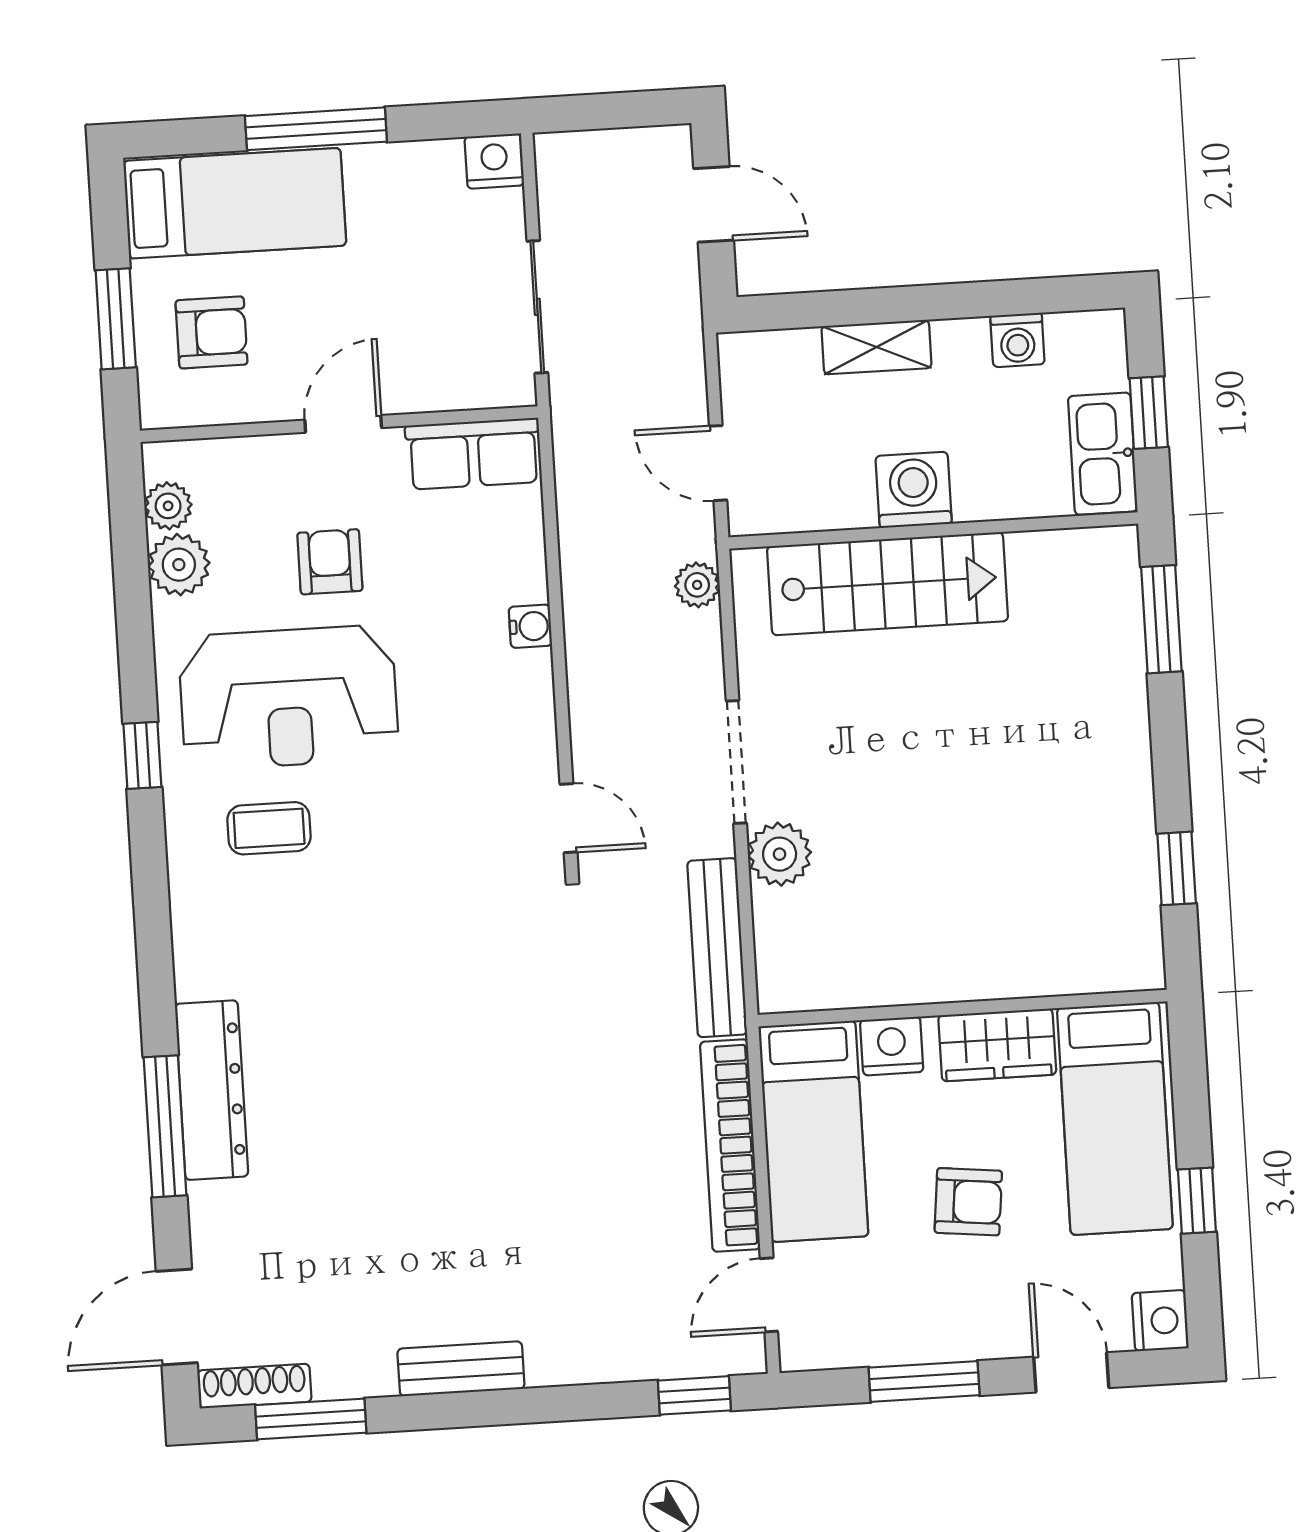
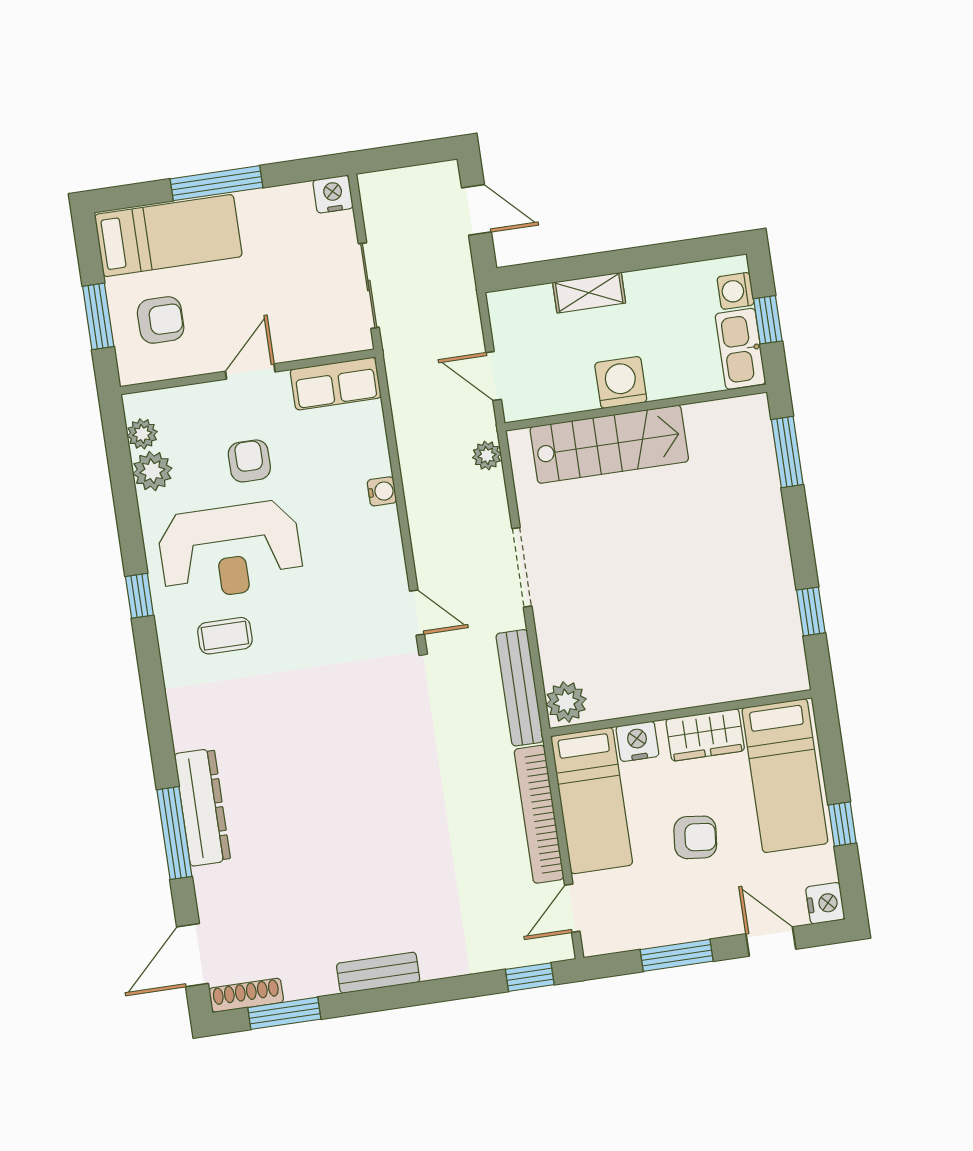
washing machine: (1017, 340) -> (736, 291), moved, turned 90
plant: (780, 854) -> (566, 702), moved

